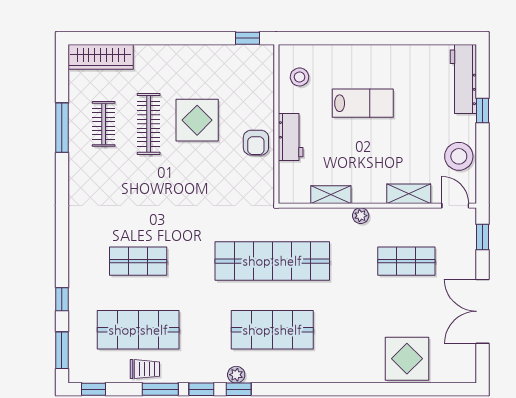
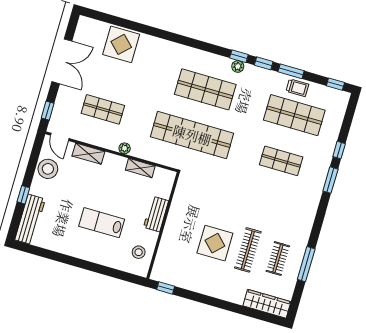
armchair: (256, 143) -> (180, 217), removed
window: (62, 350) -> (330, 180), moved
trolley: (145, 369) -> (297, 88), turned 180

